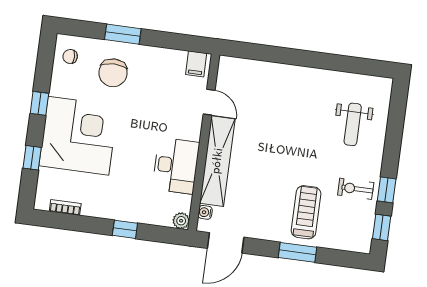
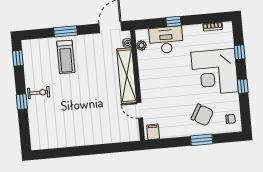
chair: (113, 73) -> (202, 115), turned 120
weight bench: (353, 124) -> (50, 117), removed
desk: (176, 166) -> (166, 40), moved, turned 90
exercise bike: (356, 189) -> (39, 93), moved
window: (387, 190) -> (22, 102), moved
plant: (181, 221) -> (141, 45), moved

